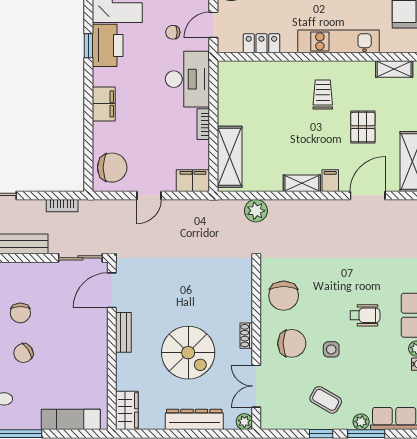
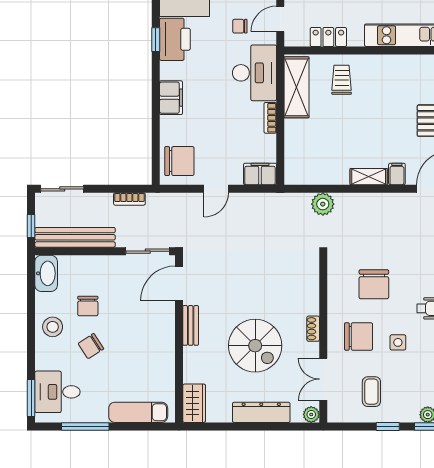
trolley: (323, 95) -> (342, 80), moved
shelving: (230, 157) -> (296, 87), moved
chair: (284, 296) -> (374, 284), moved
coffee table: (326, 400) -> (371, 392), moved, turned 60

